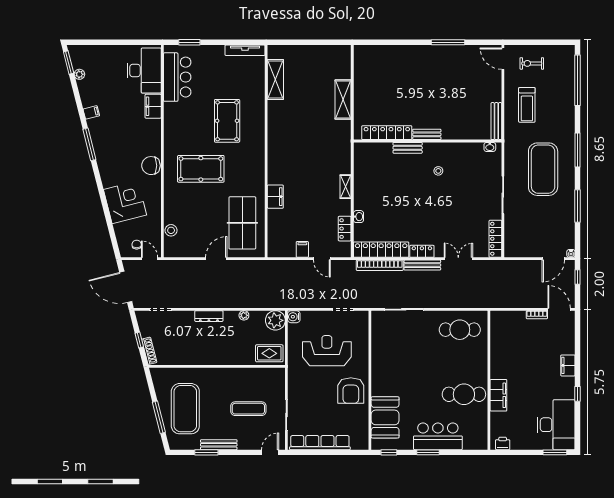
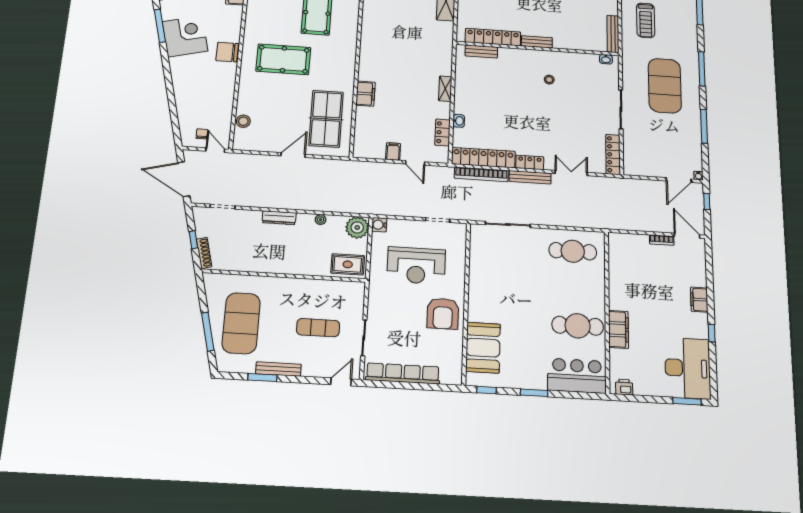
bench: (408, 148) -> (481, 51), moved
corner desk: (125, 202) -> (185, 36), moved
reception desk: (327, 351) -> (416, 266), turned 180
bar counter: (438, 436) -> (577, 376), moved

